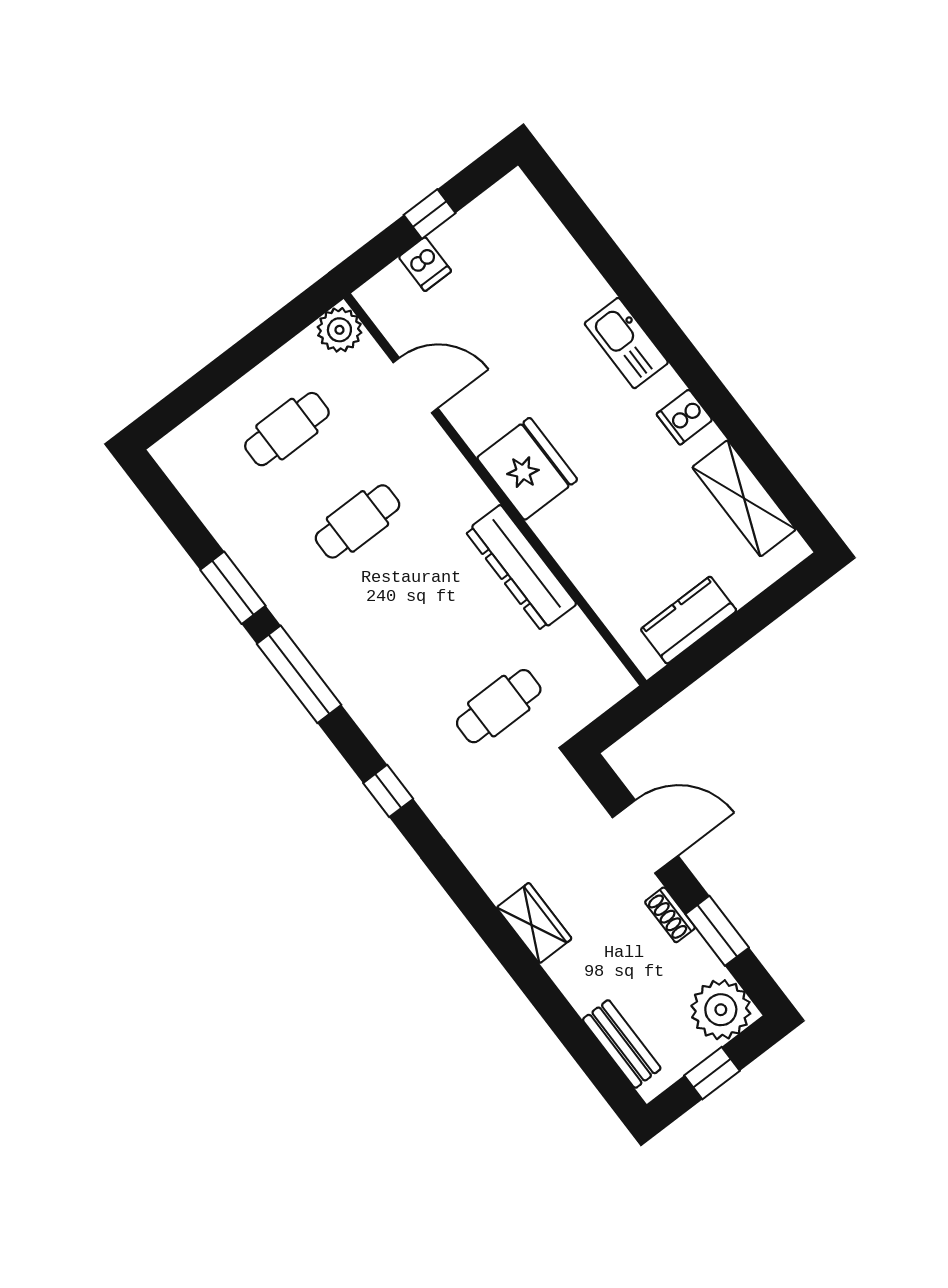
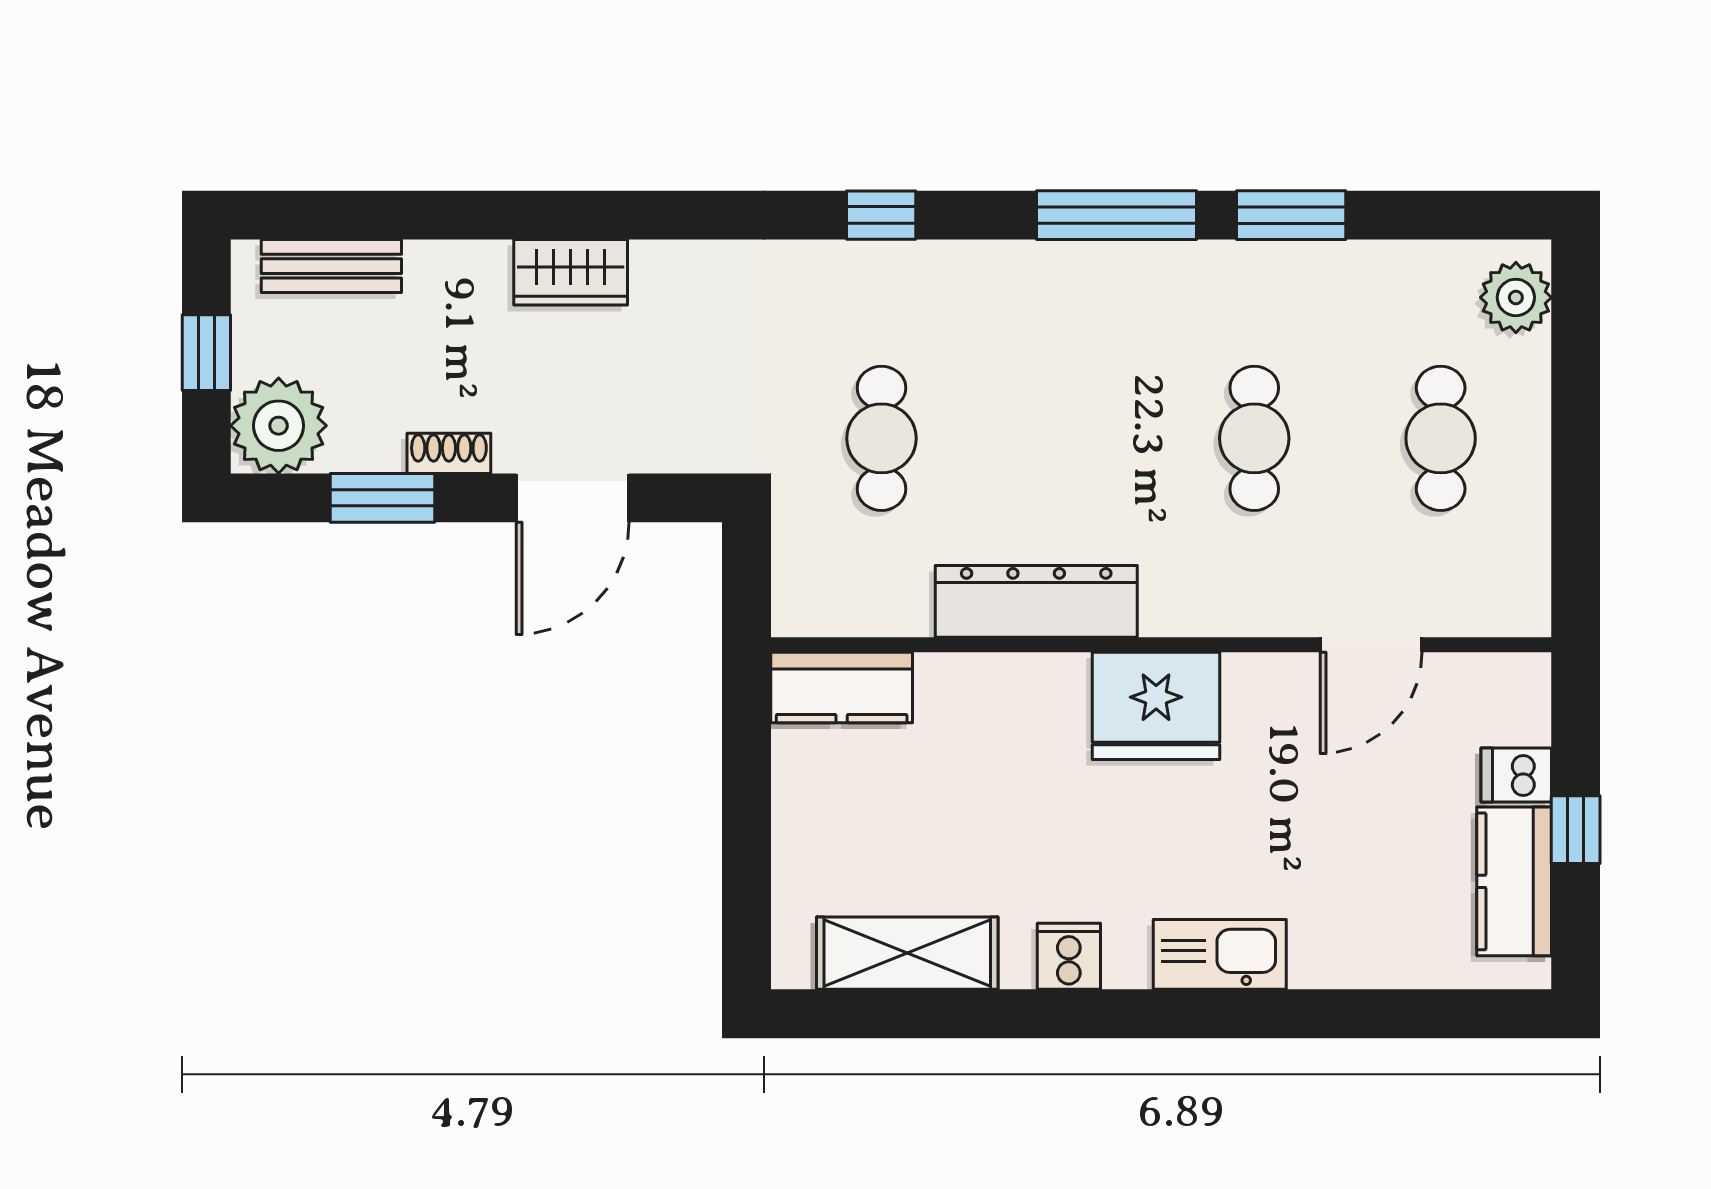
kitchen counter: (479, 225) -> (1514, 881), added
plant: (339, 330) -> (1516, 297), moved
kitchen counter: (689, 620) -> (842, 687), moved, turned 90

